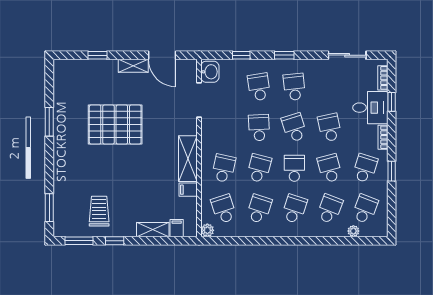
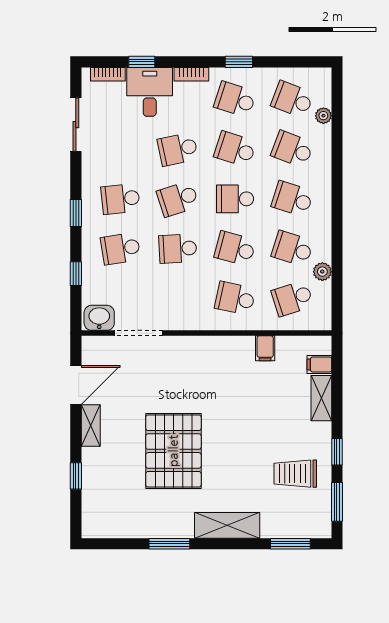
shelving: (188, 159) -> (227, 525), moved
school desk: (330, 168) -> (235, 149), turned 33
plant: (207, 230) -> (322, 272), moved

